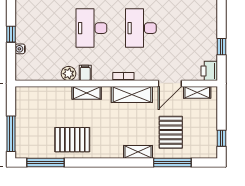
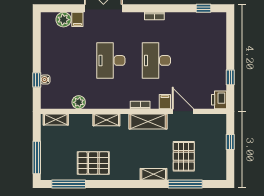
window: (11, 34) -> (37, 80), moved
filing cabinet: (85, 73) -> (165, 102), moved
plant: (69, 74) -> (79, 102), moved
door: (170, 83) -> (183, 111), swing flipped
shelving: (197, 92) -> (56, 120), moved
window: (221, 138) -> (230, 142), moved

